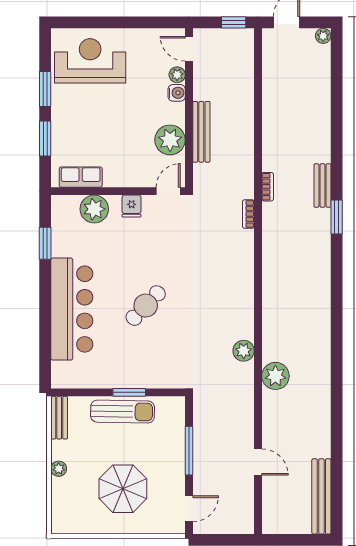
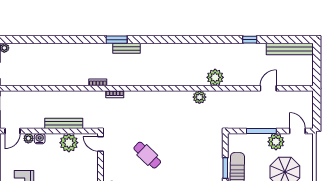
bench: (322, 185) -> (127, 48), moved
fridge: (132, 206) -> (110, 167), removed
cafe table: (146, 306) -> (147, 155), moved
window: (337, 432) -> (250, 40), added
plant: (172, 474) -> (276, 142), added

